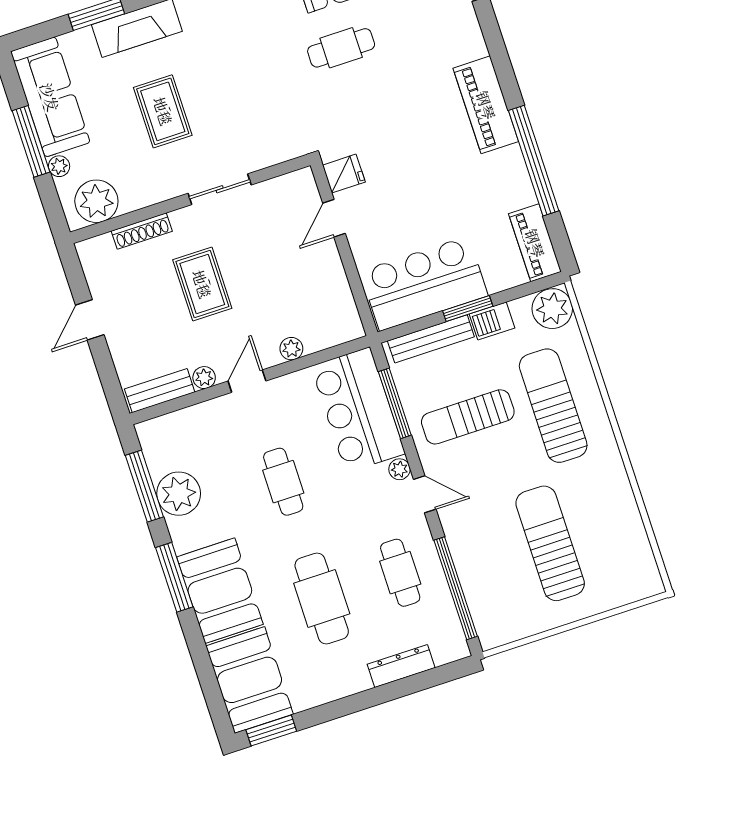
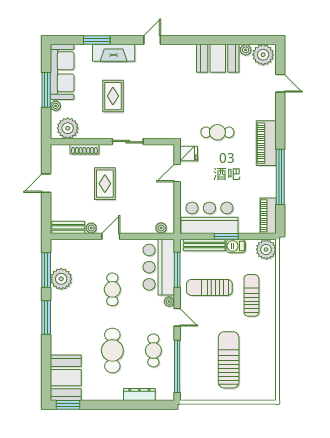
cafe table: (341, 48) -> (217, 132), moved
plant: (291, 349) -> (161, 228), moved
sun lounger: (553, 406) -> (251, 295), width x0.73, depth x0.75
booth: (220, 591) -> (66, 331), removed

